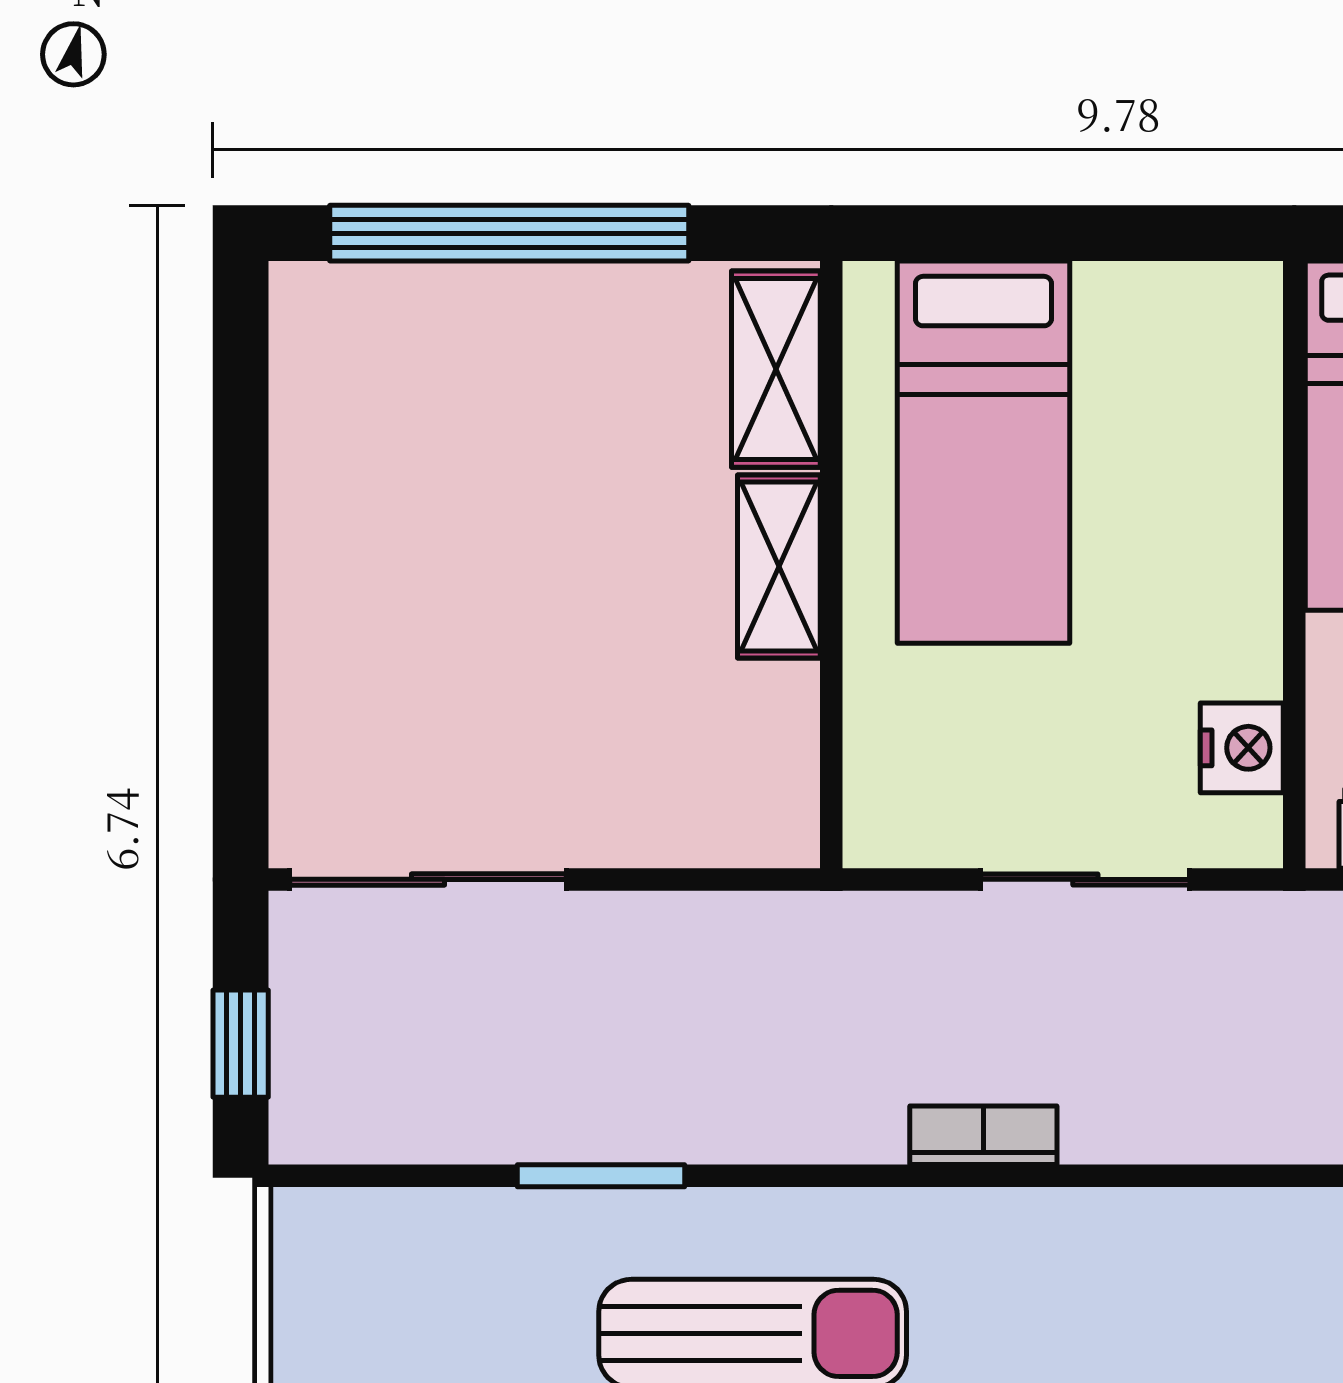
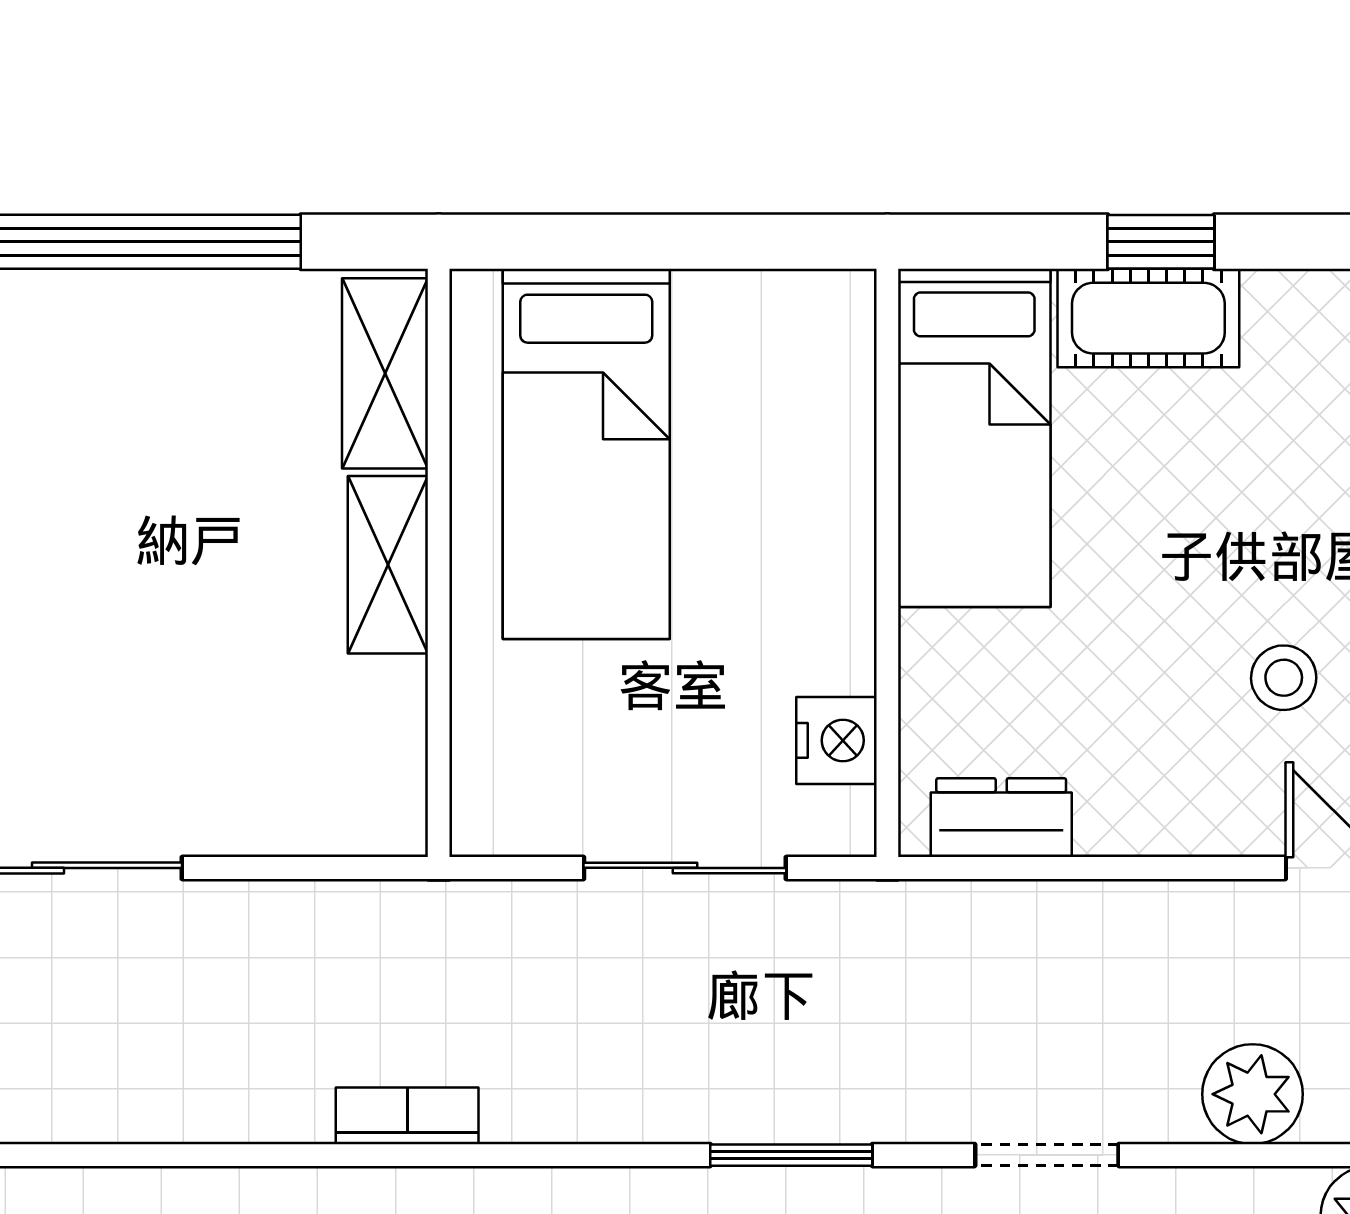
bookcase: (983, 1135) -> (407, 1116), moved
window: (601, 1176) -> (791, 1155), moved

